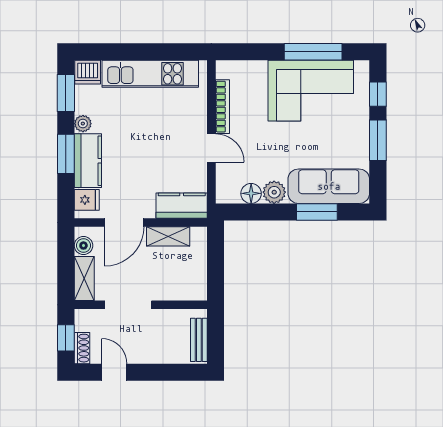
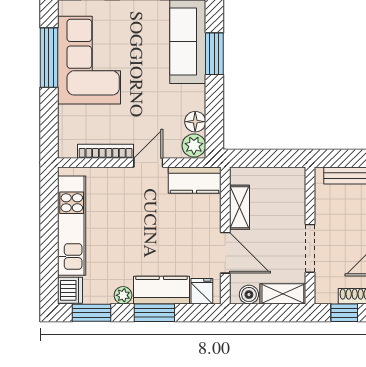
plant: (274, 192) -> (194, 145), moved
kitchen counter: (182, 206) -> (195, 180), moved, turned -90

